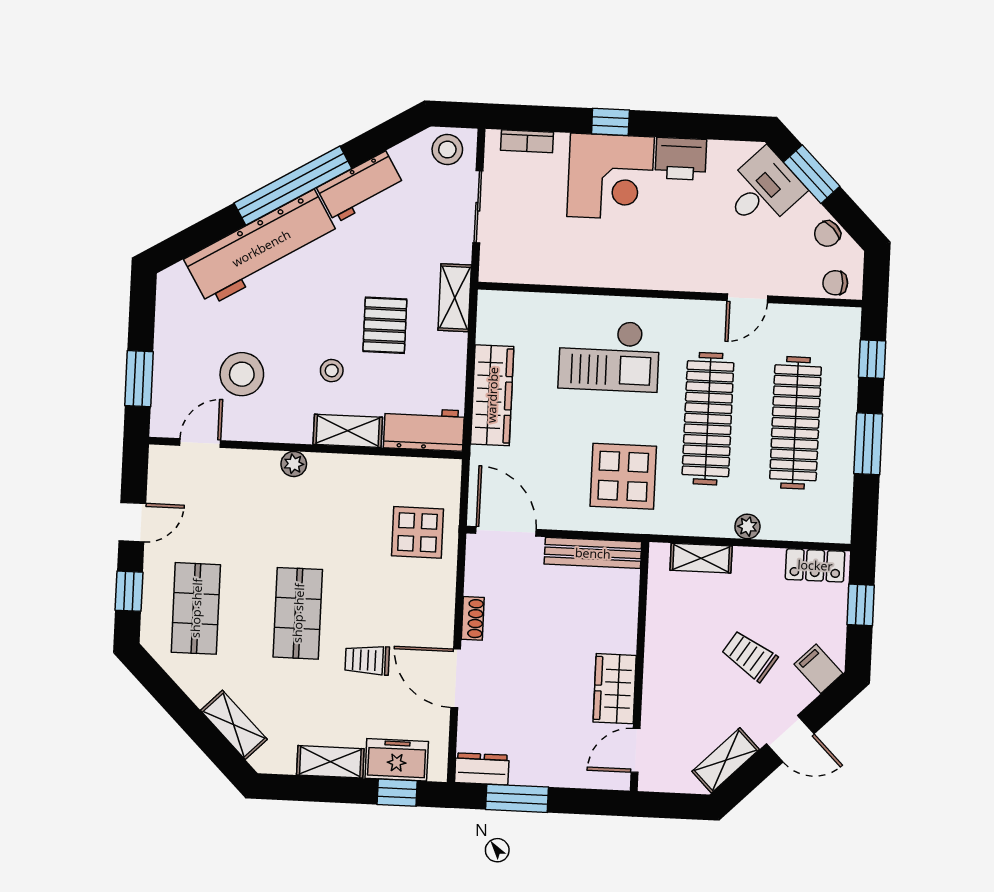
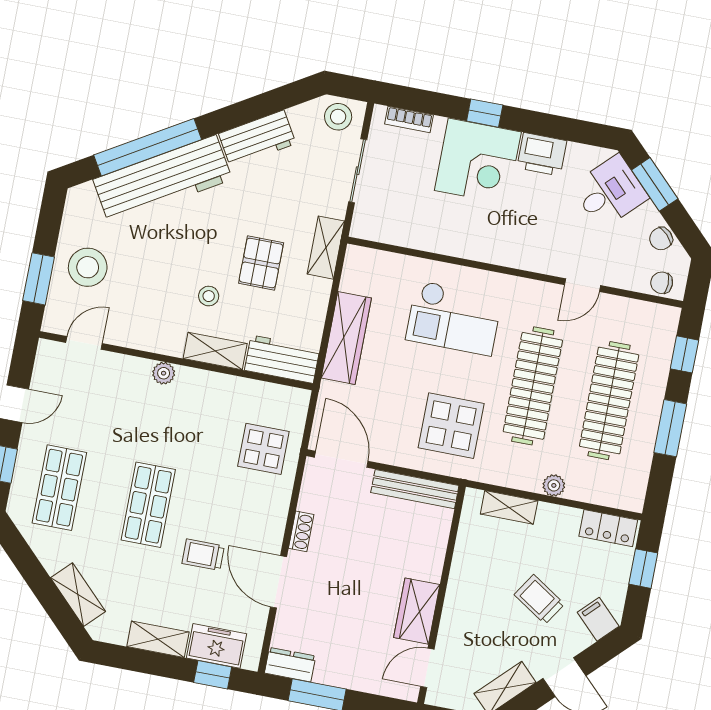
window: (293, 186) -> (148, 147), moved
stool: (242, 374) -> (88, 267), moved

